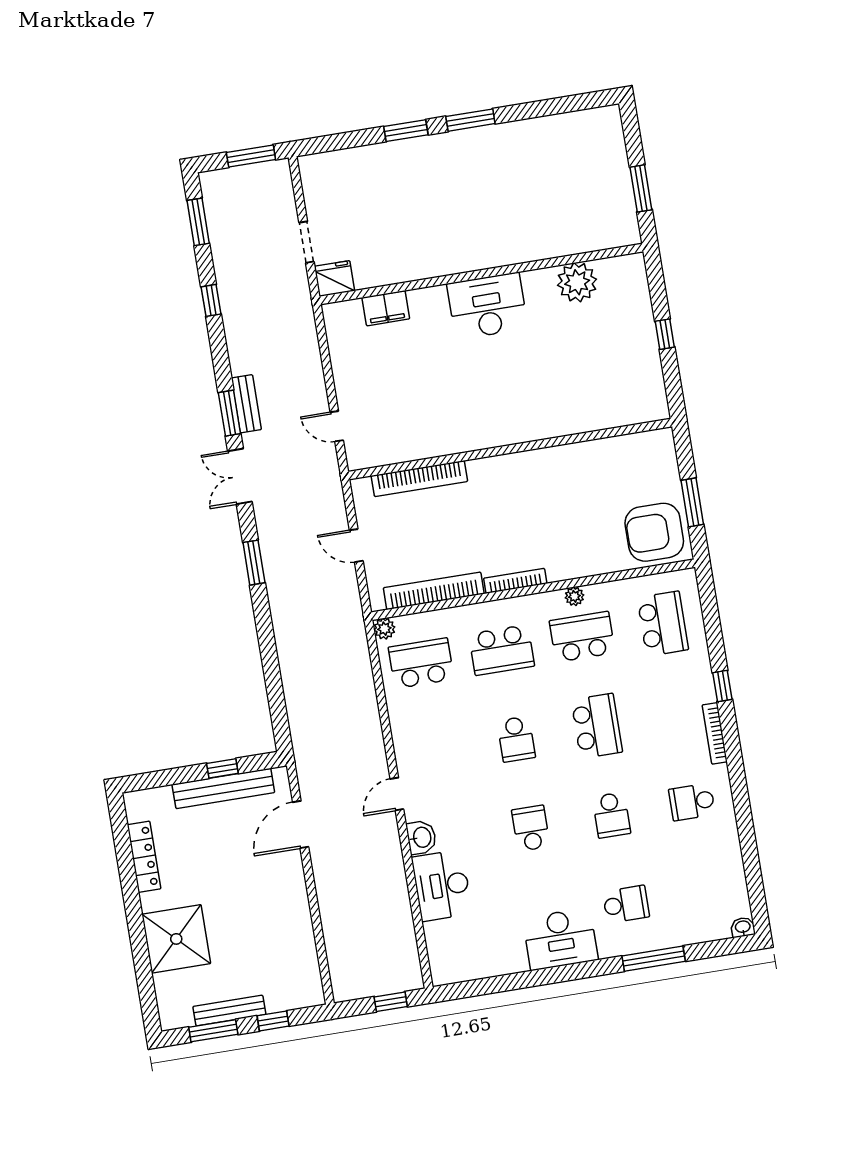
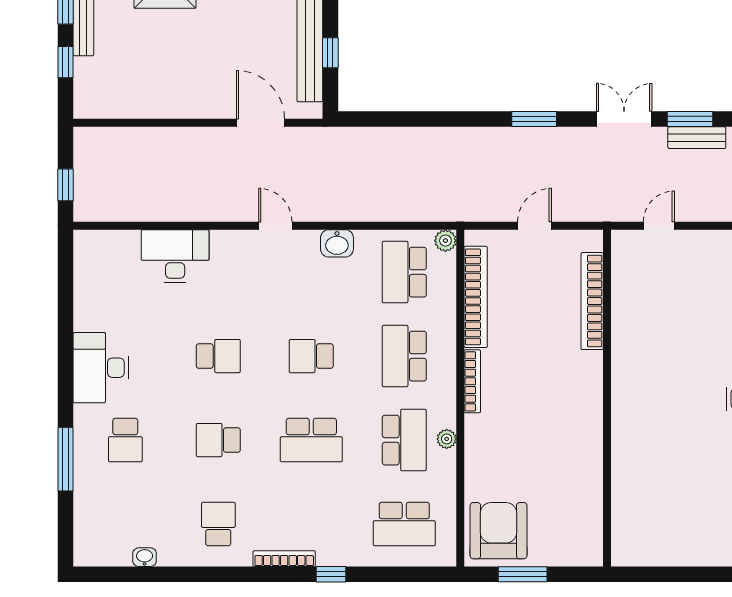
window: (665, 334) -> (698, 574), removed
school desk: (421, 663) -> (404, 272), turned 180
washbasin: (421, 837) -> (337, 243), moved
washbasin: (743, 927) -> (145, 557), moved, turned -90

